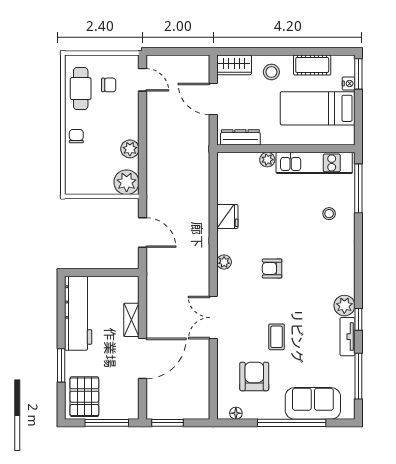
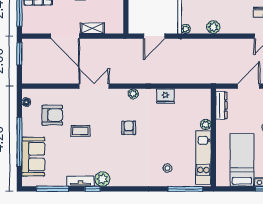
plant: (127, 182) -> (186, 29), width x0.53, depth x0.53

